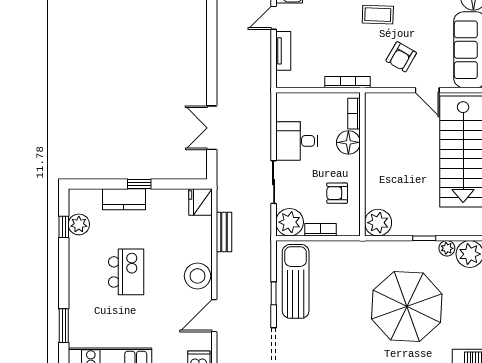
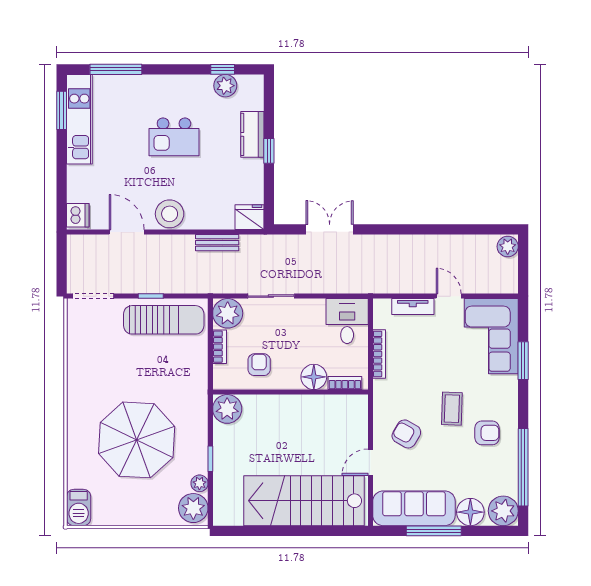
bookcase: (348, 82) -> (379, 354), moved
desk: (297, 141) -> (347, 321), moved
window: (64, 326) -> (116, 69), width x1.44

